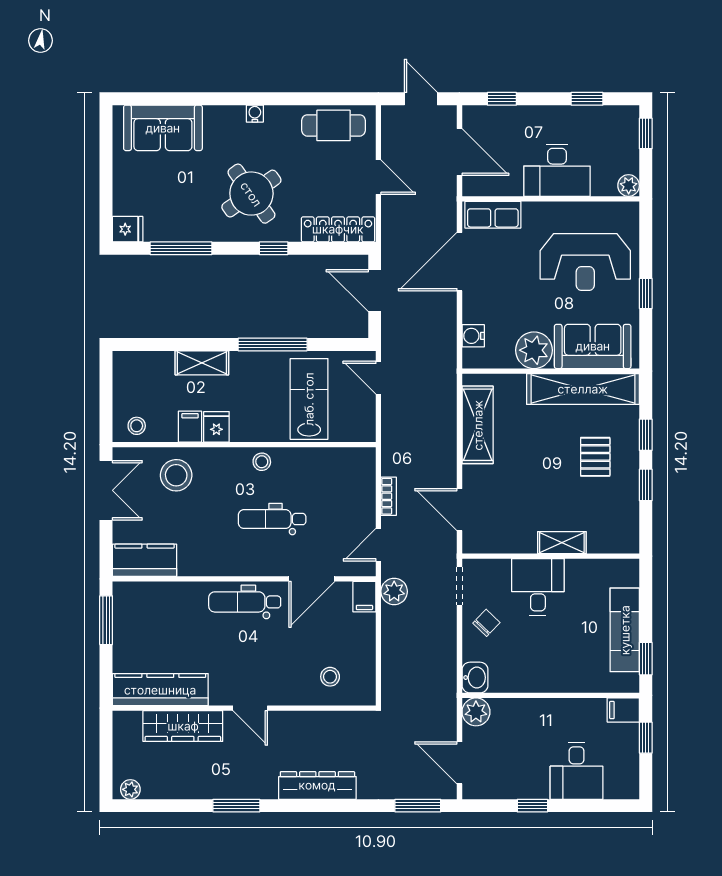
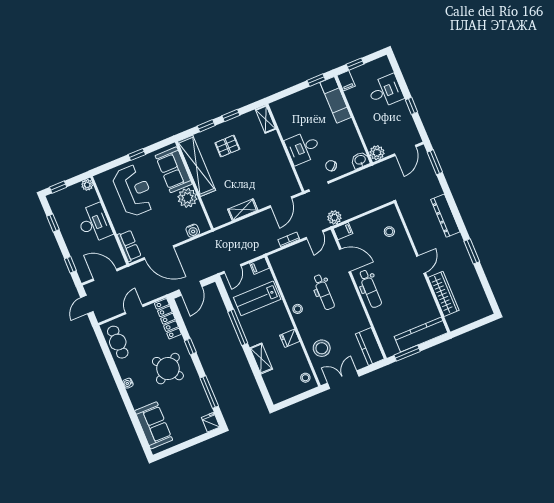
door: (459, 152) -> (105, 275), hinge flipped
shelving: (478, 425) -> (243, 210), width x0.67, depth x0.75
filing cabinet: (190, 427) -> (259, 266), moved
shelving: (562, 543) -> (266, 119), moved
door: (378, 545) -> (315, 235), hinge flipped
exam couch: (625, 630) -> (336, 100), moved, turned 90
kitchen counter: (160, 690) -> (421, 335), moved, turned 90
plant: (130, 789) -> (485, 307), removed

